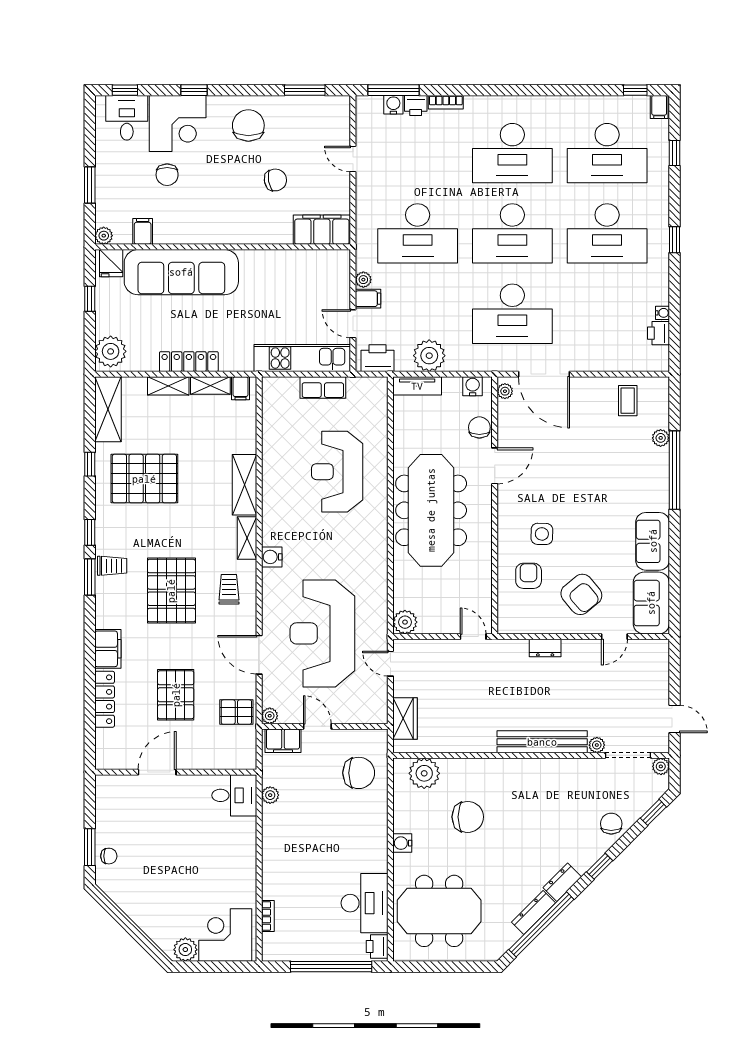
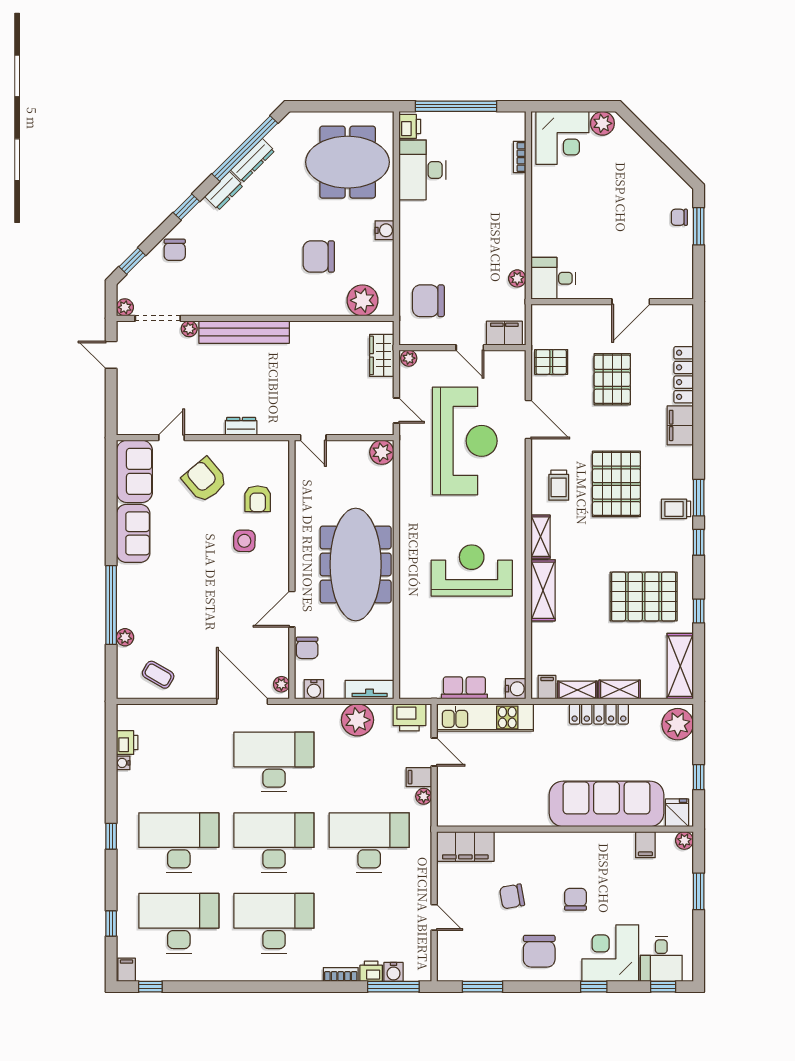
chair: (167, 175) -> (576, 899), moved
coffee table: (628, 401) -> (158, 675), turned -60
reception desk: (337, 472) -> (472, 570), moved, turned -90
water cooler: (272, 557) -> (516, 689), moved
plant: (270, 716) -> (409, 358), moved

